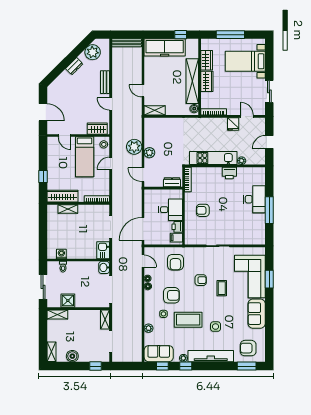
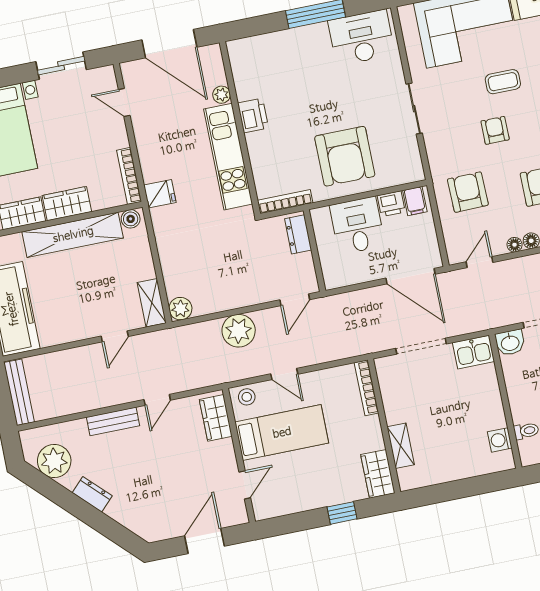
door: (247, 116) -> (124, 102), hinge flipped
fridge: (233, 124) -> (160, 194), moved
door: (269, 142) -> (169, 44), width x1.87
plant: (149, 153) -> (180, 309), moved
wardrobe: (62, 196) -> (378, 474), width x0.67
desk: (254, 199) -> (361, 38), moved
armchair: (203, 210) -> (345, 156), width x1.88, depth x1.88
armchair: (175, 262) -> (468, 192), turned -91

